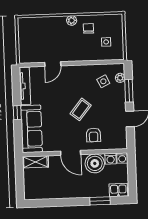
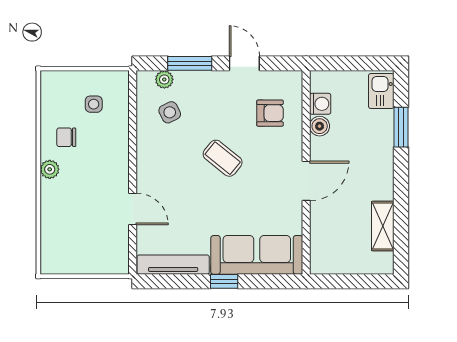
armchair: (93, 135) -> (270, 113), moved
washing machine: (122, 158) -> (320, 81), removed
shelving: (35, 162) -> (383, 226), moved
boiler: (95, 163) -> (320, 126), width x0.54, depth x0.54

